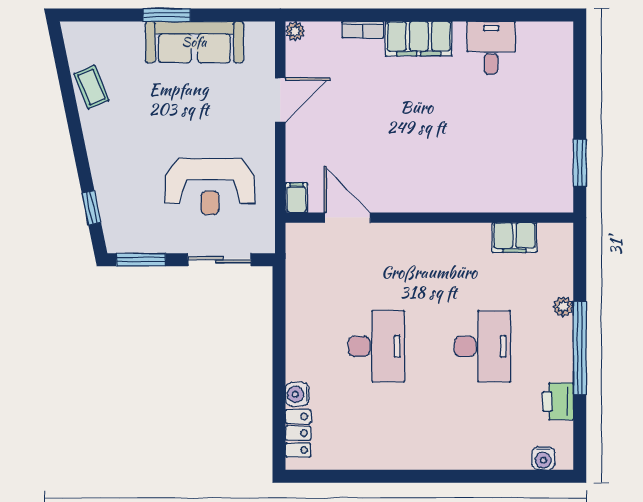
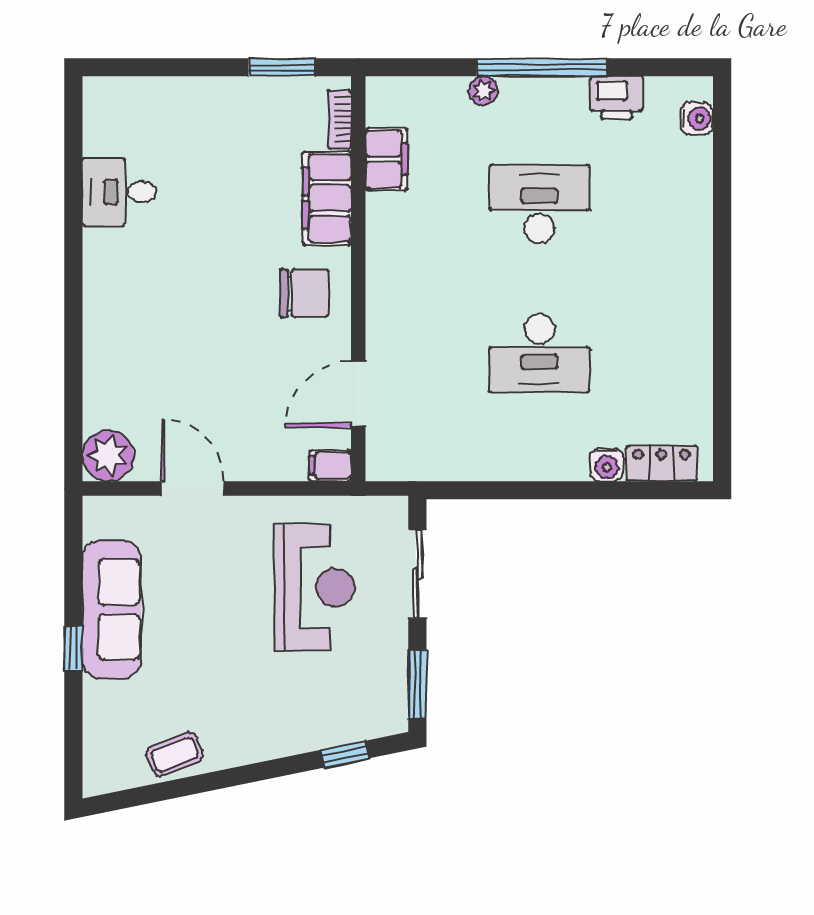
window: (167, 15) -> (73, 648), width x0.67
bookcase: (363, 30) -> (339, 119), moved, turned 180
plant: (295, 31) -> (108, 456), width x1.88, depth x1.88
filing cabinet: (419, 39) -> (327, 198), moved, turned 180
chair: (419, 179) -> (304, 293), added
desk: (376, 346) -> (539, 353), turned 180

